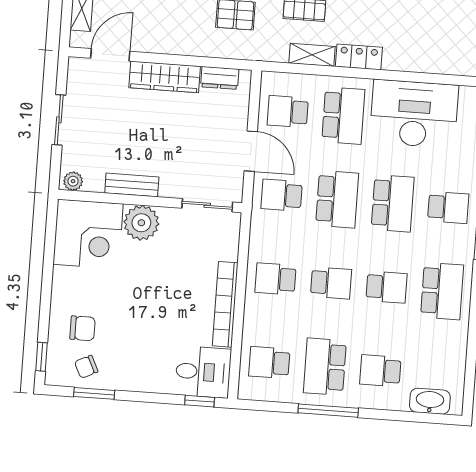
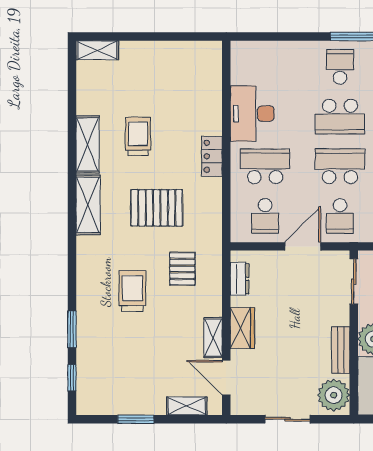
shelving: (312, 55) -> (213, 338), moved
wardrobe: (165, 77) -> (242, 328), width x0.67
desk: (414, 114) -> (252, 114), width x0.73, depth x0.77
plant: (73, 181) -> (334, 395), width x1.88, depth x1.88
school desk: (393, 203) -> (340, 117), turned 180

